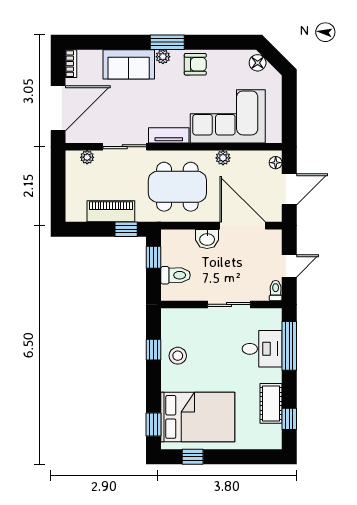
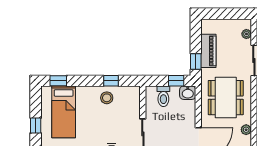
washbasin: (207, 239) -> (188, 93), moved, turned -90
bed: (198, 417) -> (64, 112), width x0.67
window: (193, 457) -> (36, 125), moved

